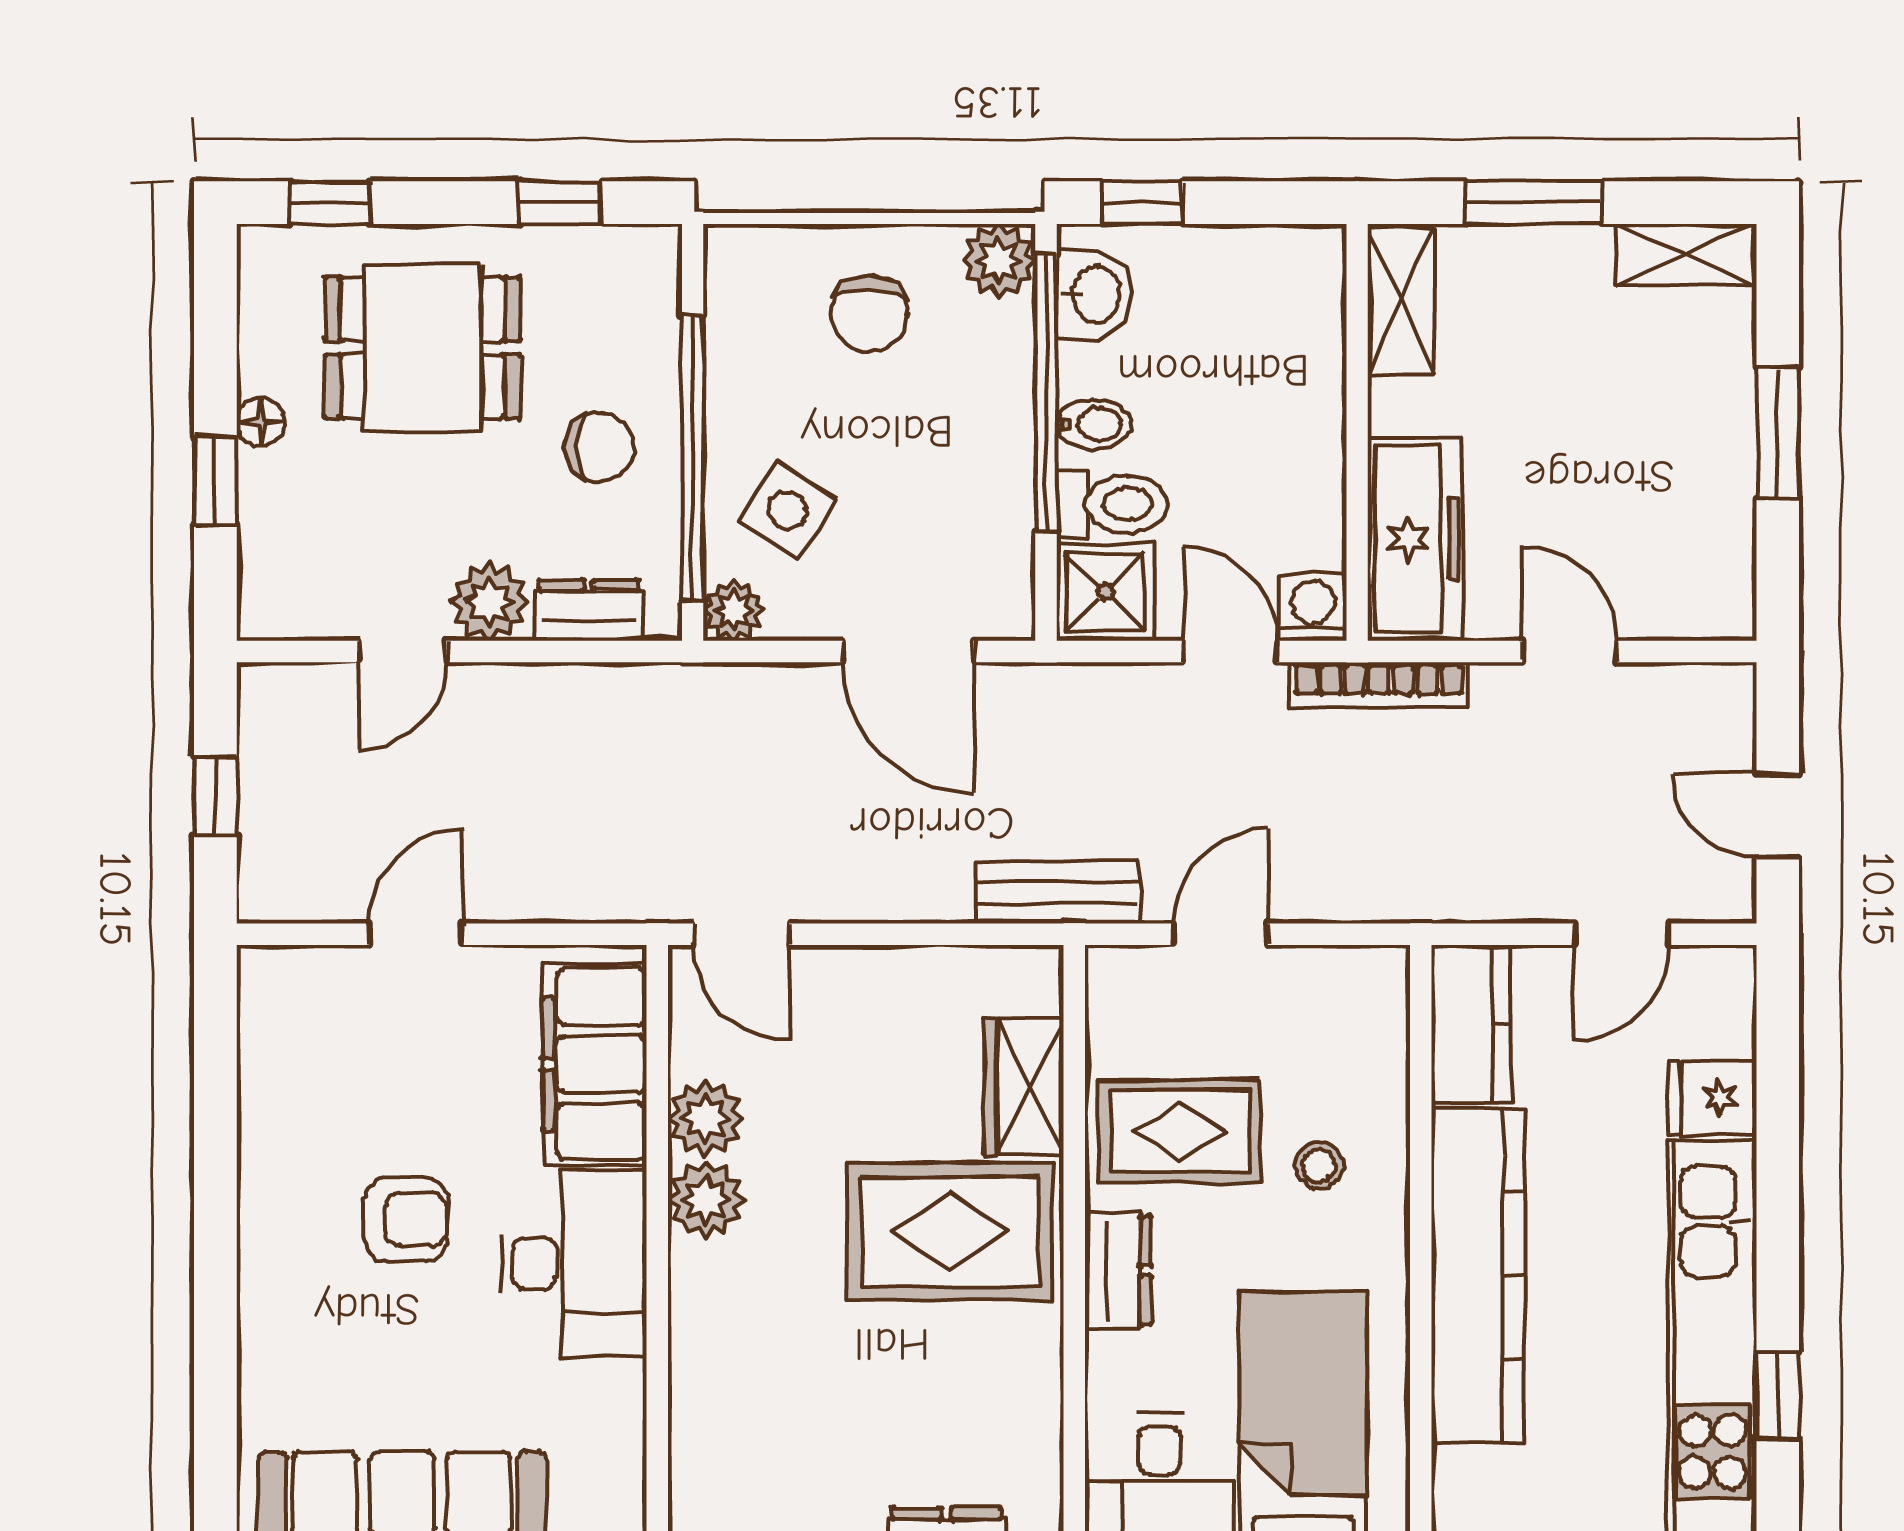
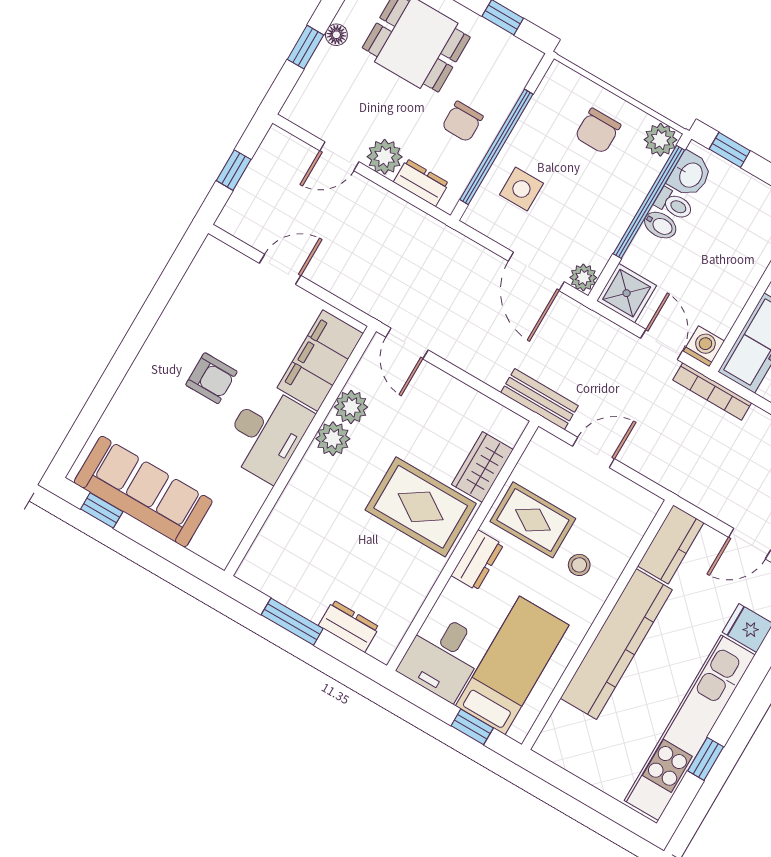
chair: (599, 447) -> (463, 122), turned 90
toilet: (1112, 504) -> (674, 204), moved, width x0.73, depth x0.72
side table: (788, 510) -> (521, 189), turned -33
plant: (733, 611) -> (583, 278), moved

